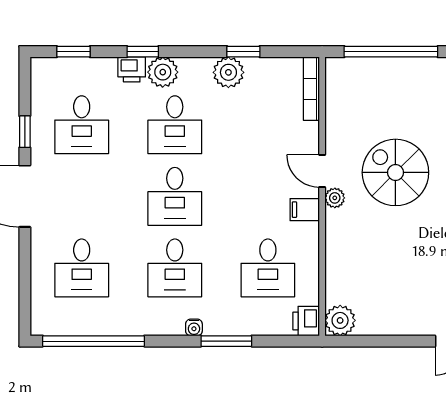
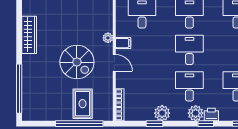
rug: (385, 91) -> (83, 104), added
plant: (335, 198) -> (108, 38), moved

